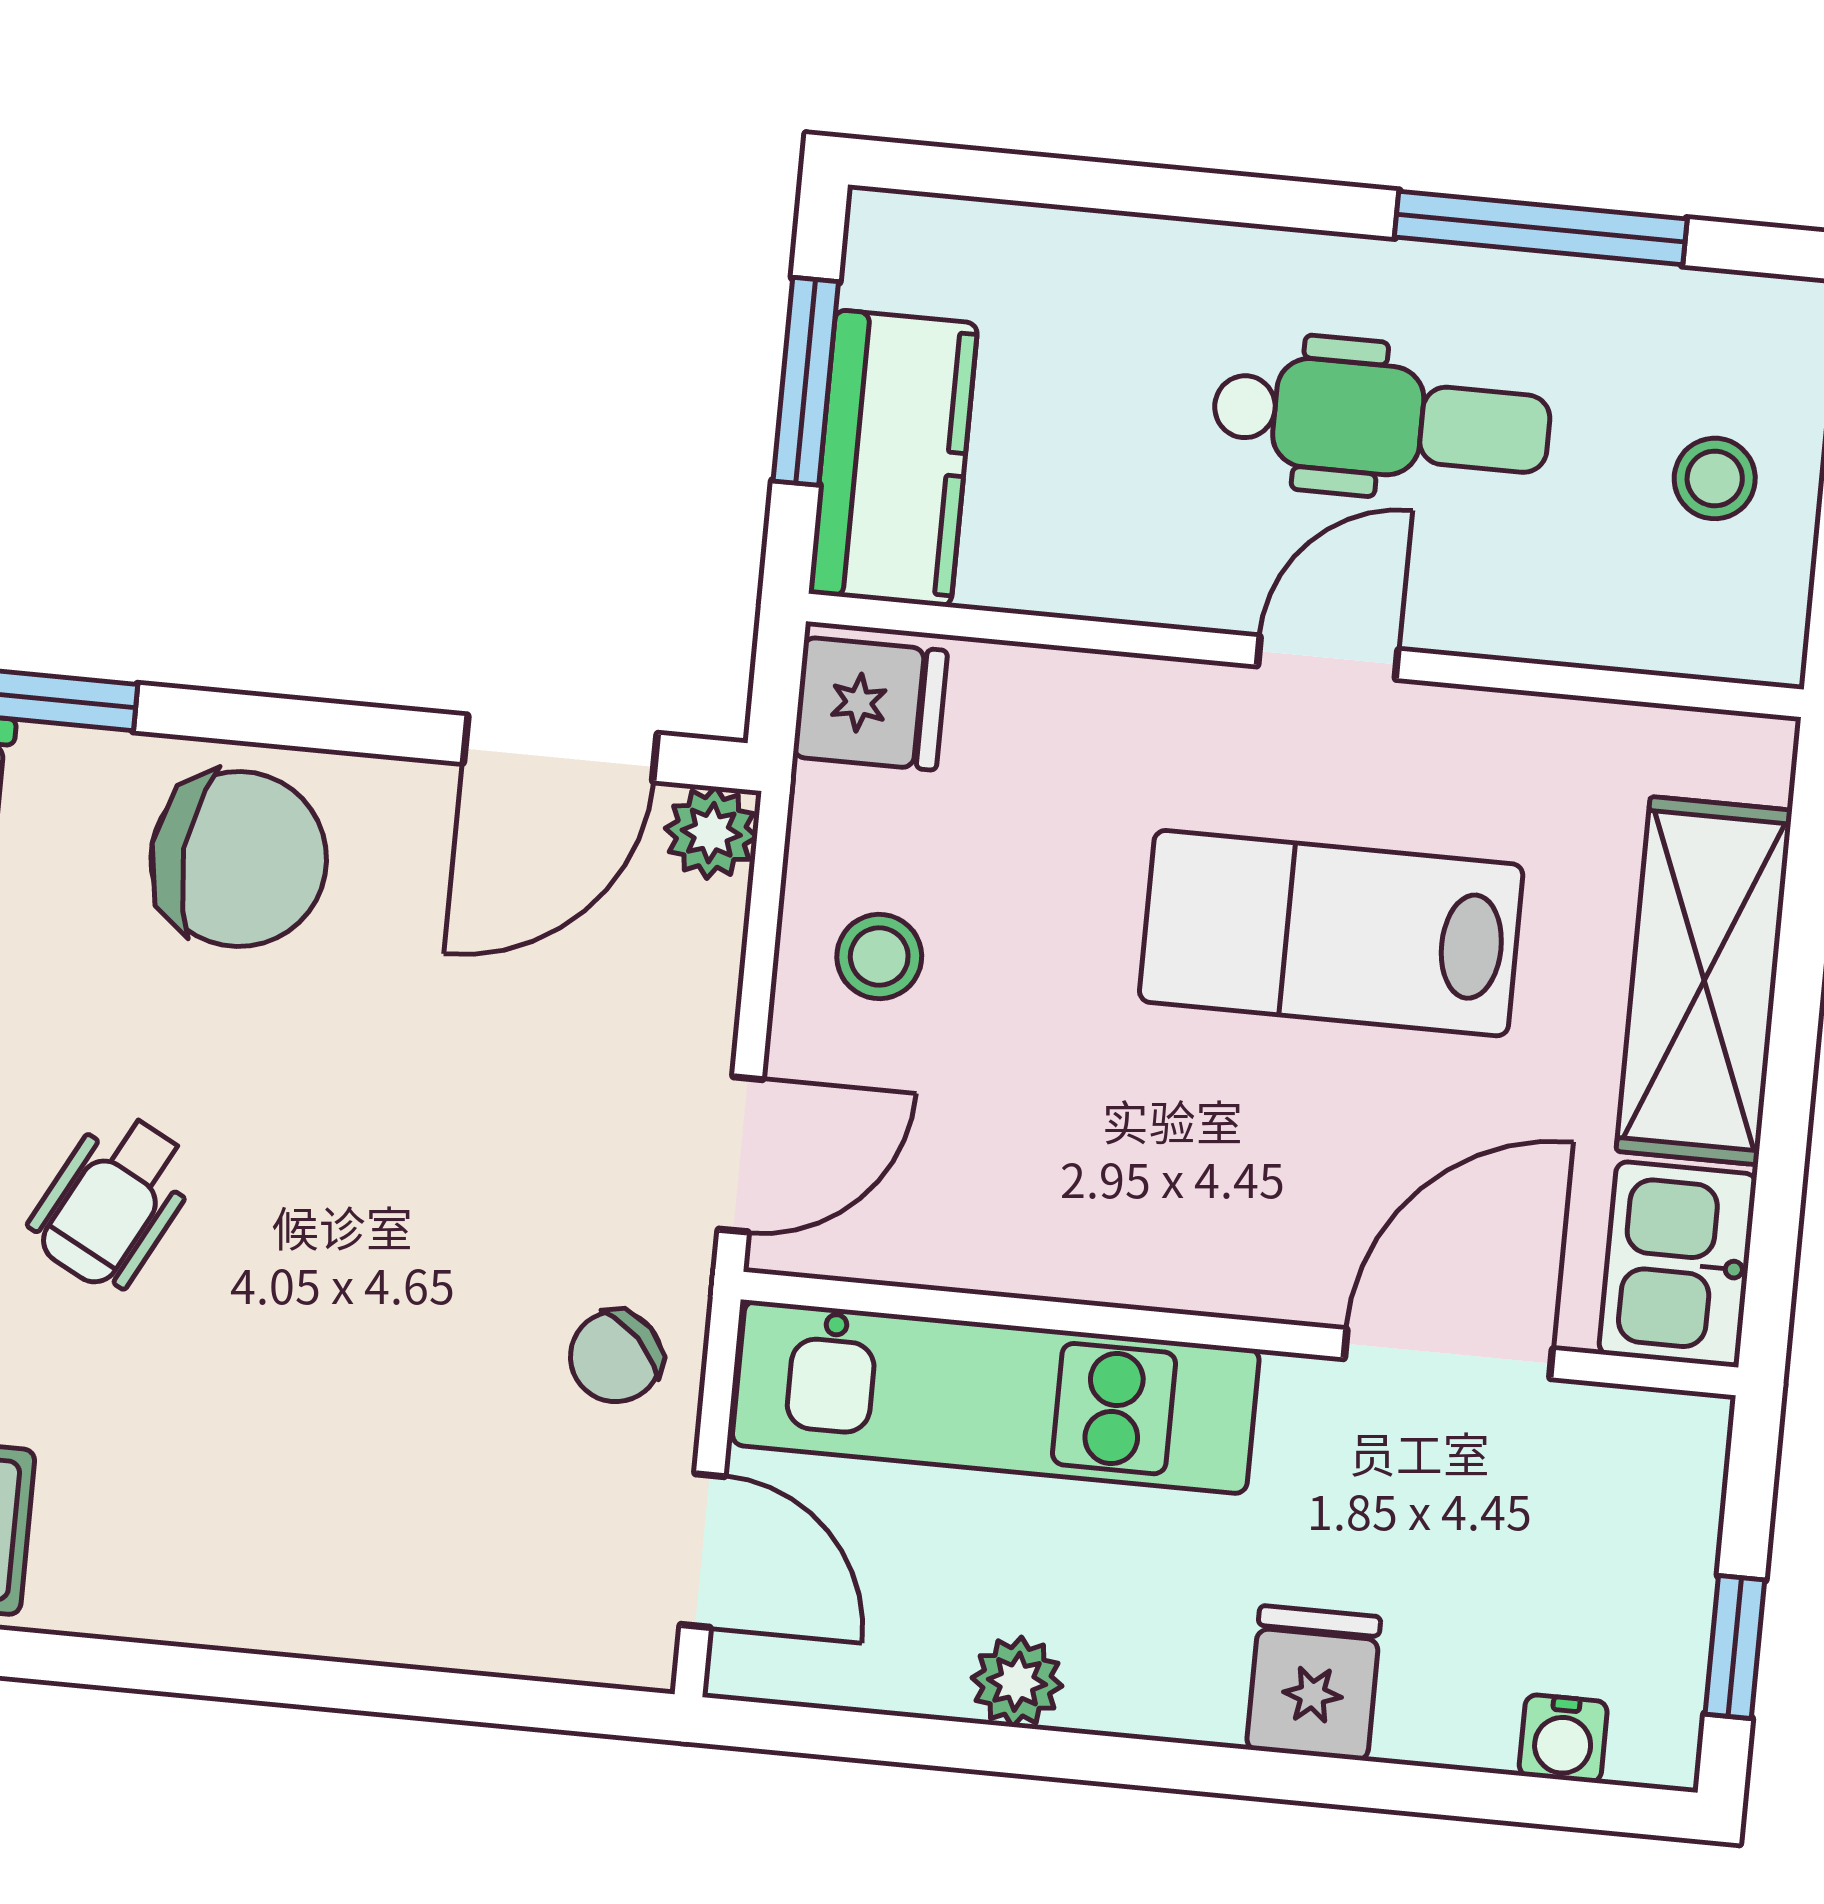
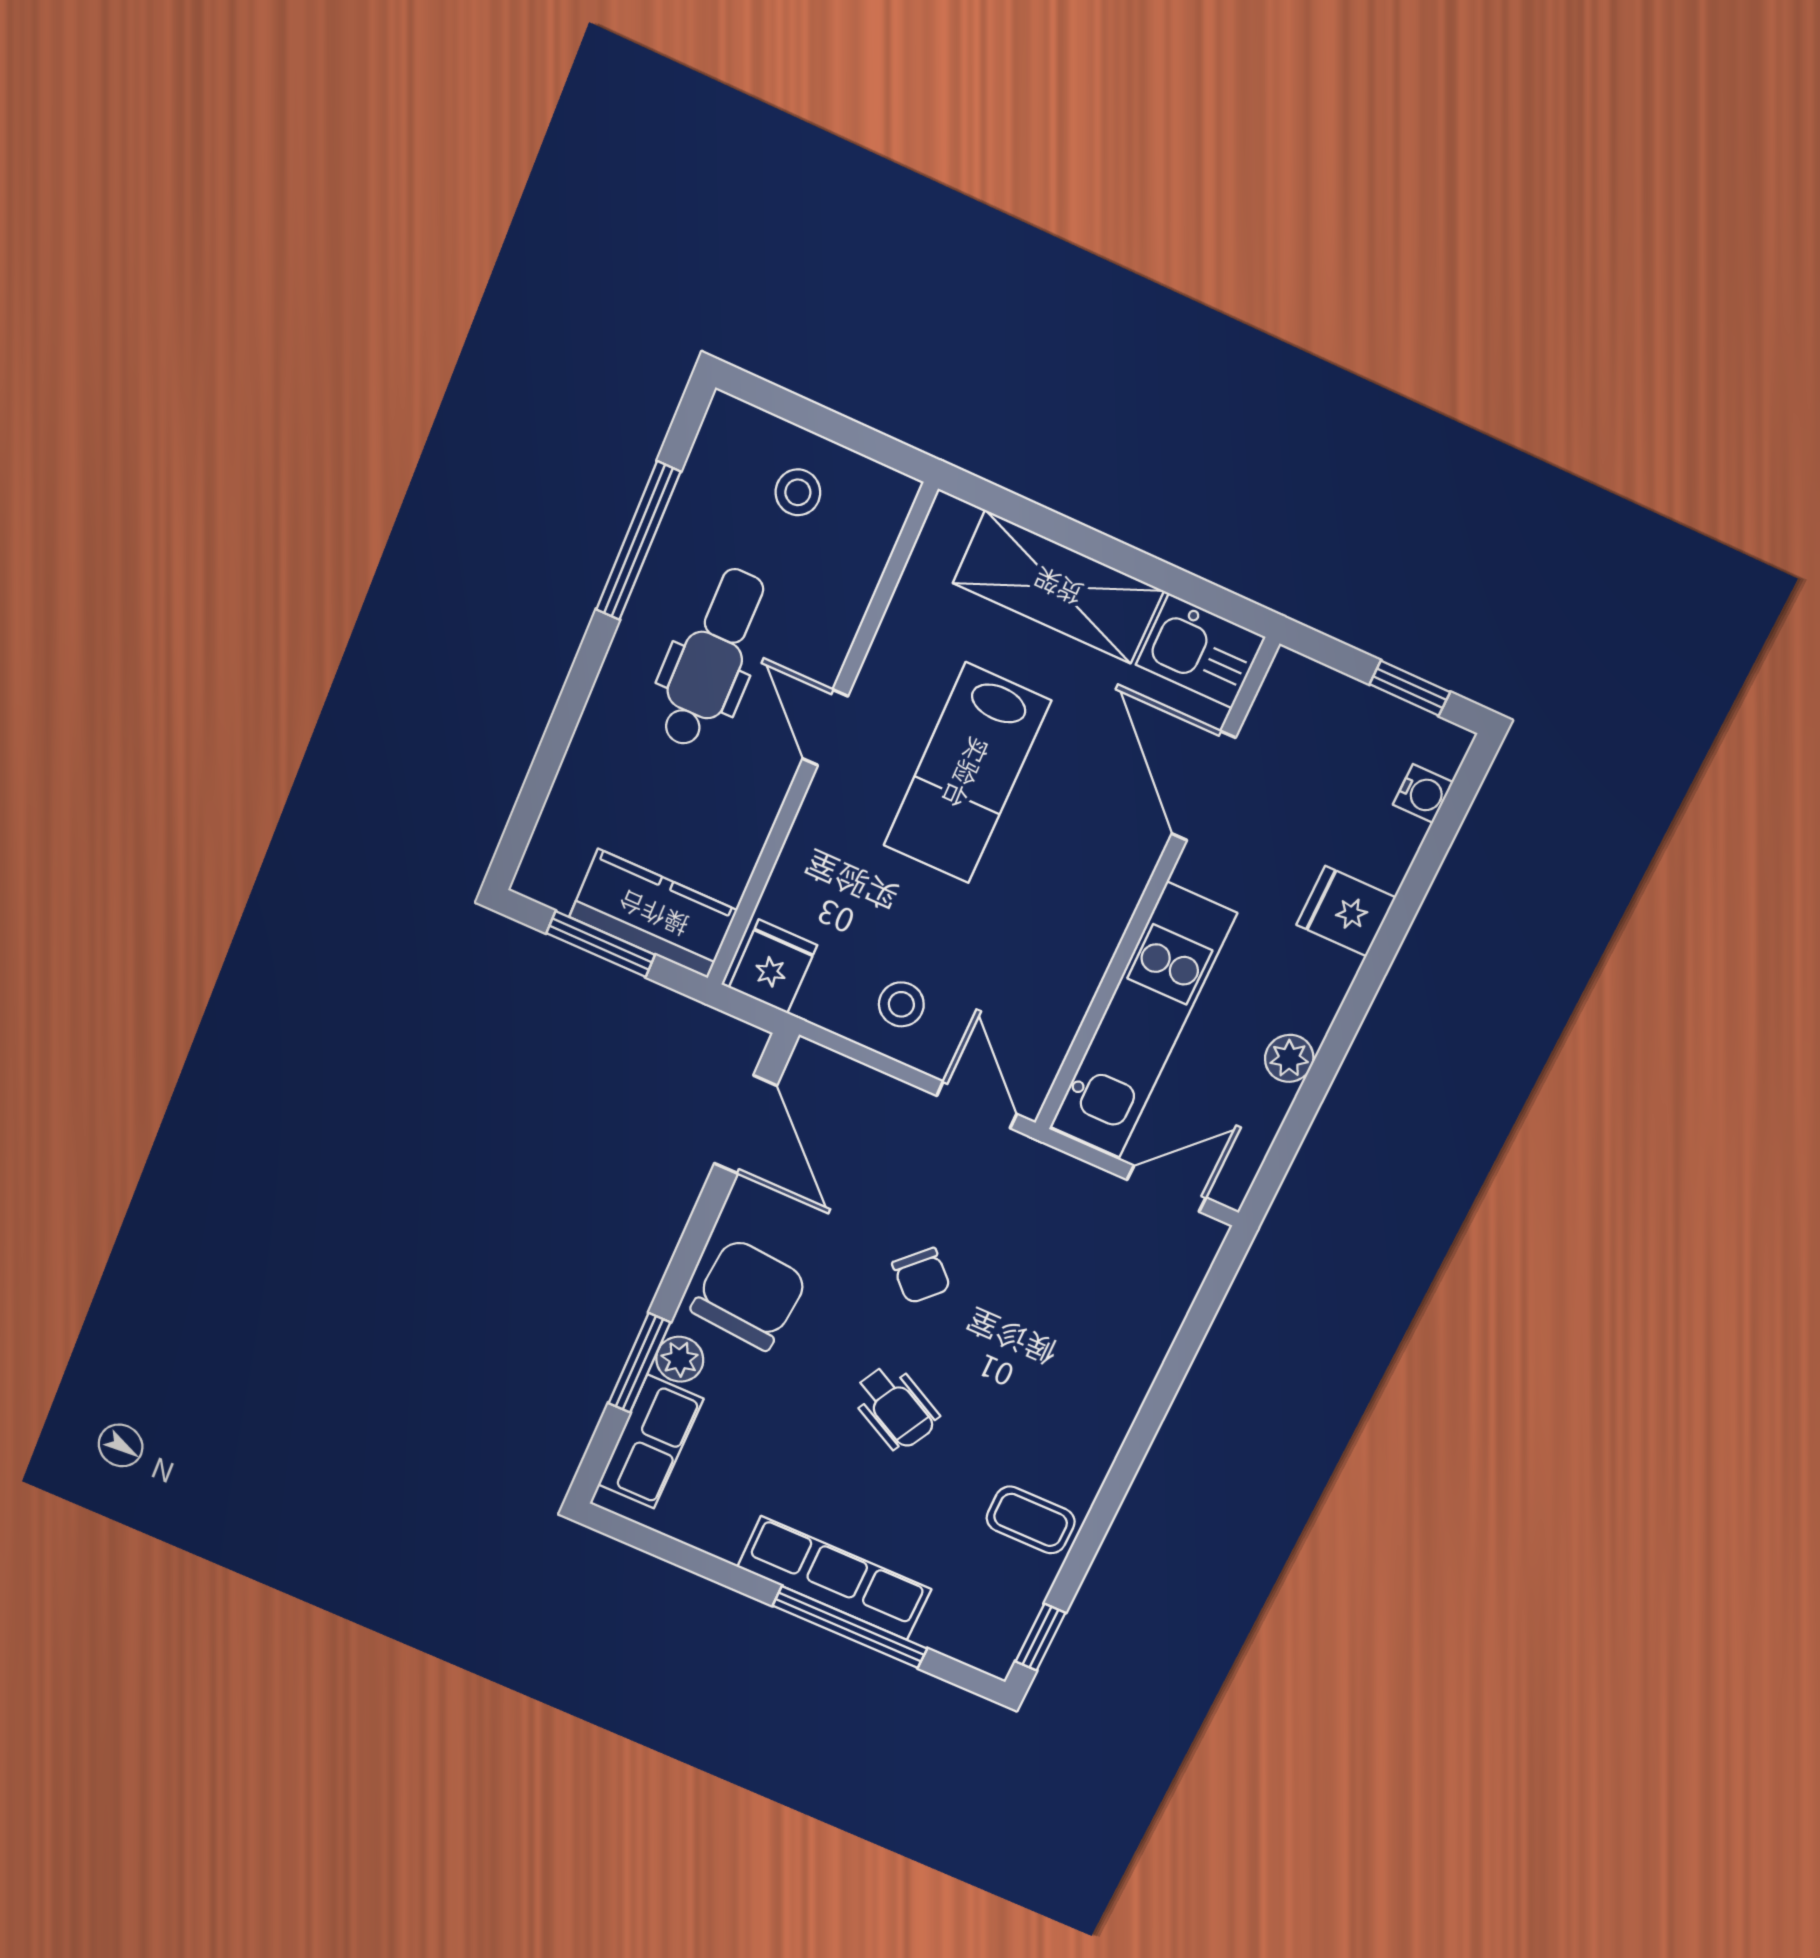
plant: (711, 833) -> (680, 1359), moved
chair: (616, 1357) -> (921, 1276), moved

